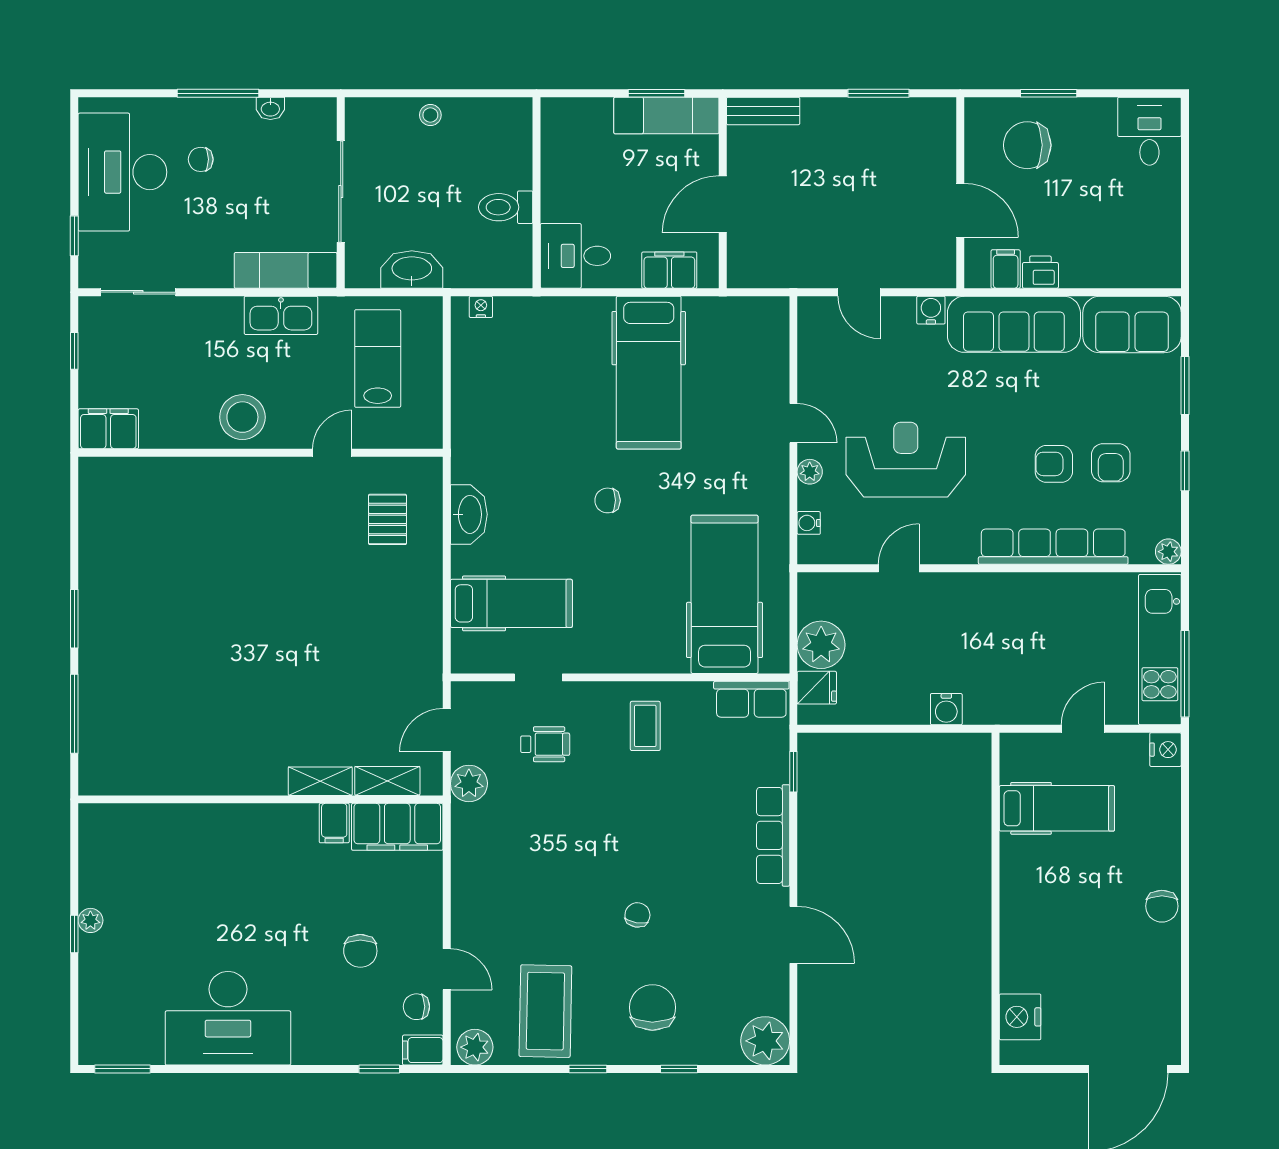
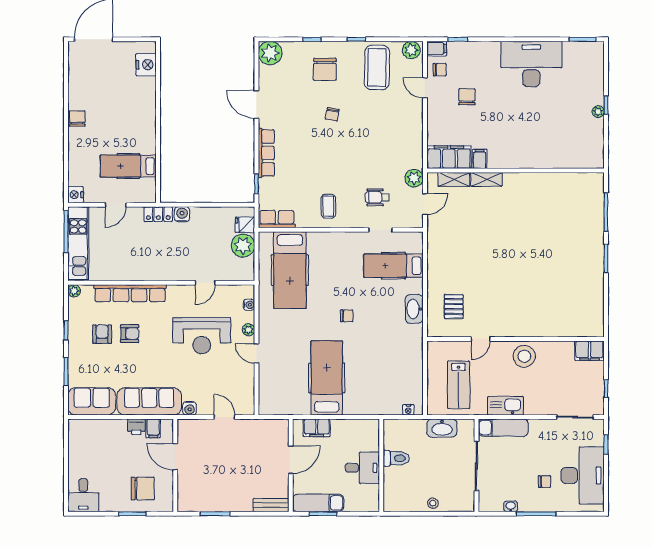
desk: (575, 256) -> (362, 468), moved
locker: (995, 709) -> (158, 214), added

